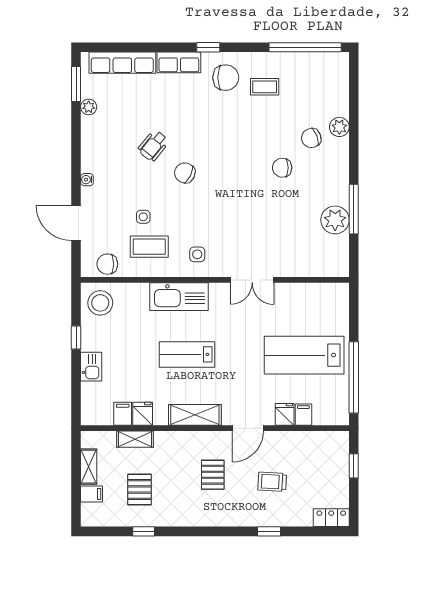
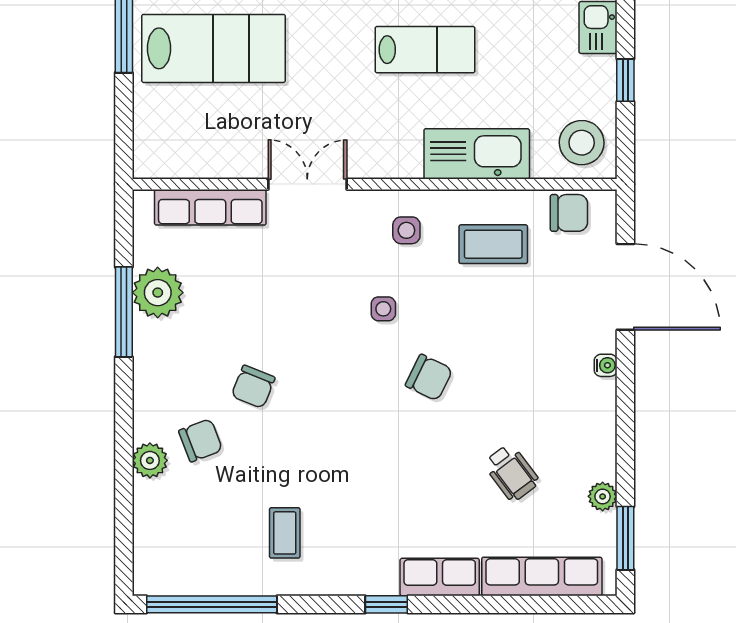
chair: (226, 78) -> (355, 549), removed
coffee table: (265, 87) -> (285, 533), turned 90
wheelchair: (153, 146) -> (512, 473), moved, turned 104
chair: (282, 168) -> (253, 387), turned 112
side table: (143, 217) -> (383, 309), moved
door: (76, 223) -> (625, 287), width x1.36
row of seats: (306, 267) -> (210, 207), added
kitchen sink: (179, 297) -> (477, 154), moved

